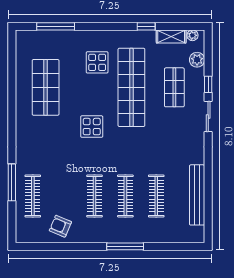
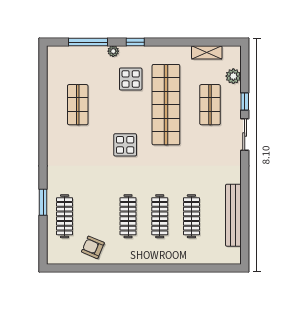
window: (146, 26) -> (135, 42), moved
plant: (192, 35) -> (113, 51), moved
shop shelf: (46, 87) -> (78, 105), width x0.70, depth x0.74
window: (12, 182) -> (43, 202), width x0.69
window: (125, 246) -> (159, 268), removed

